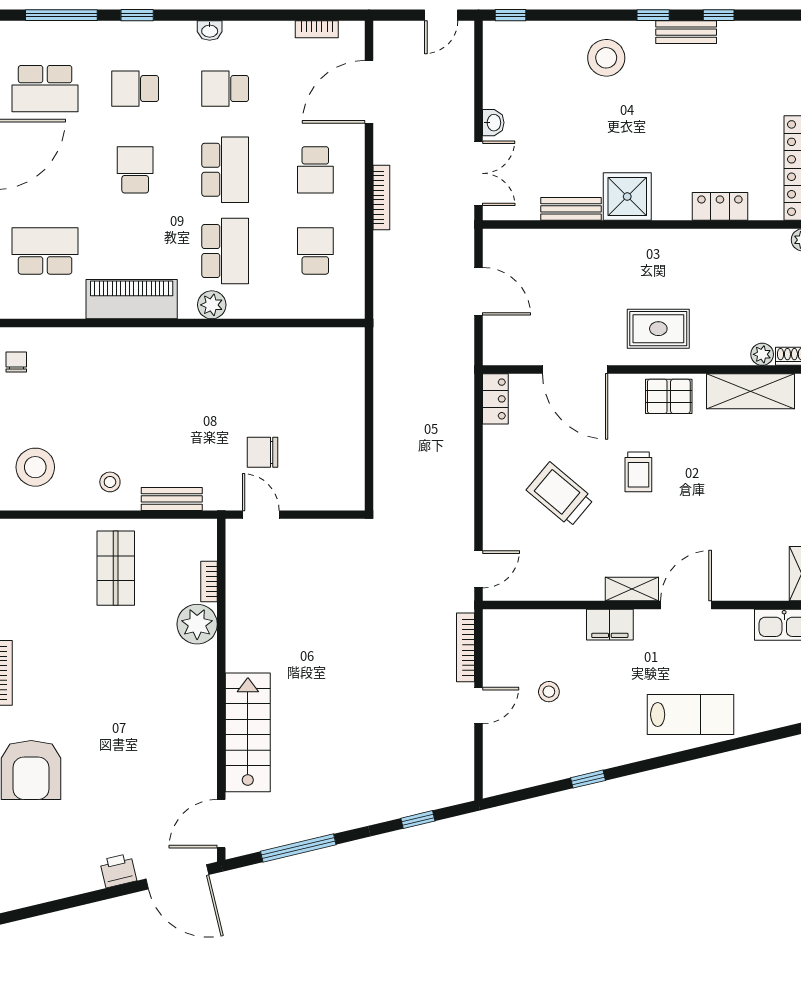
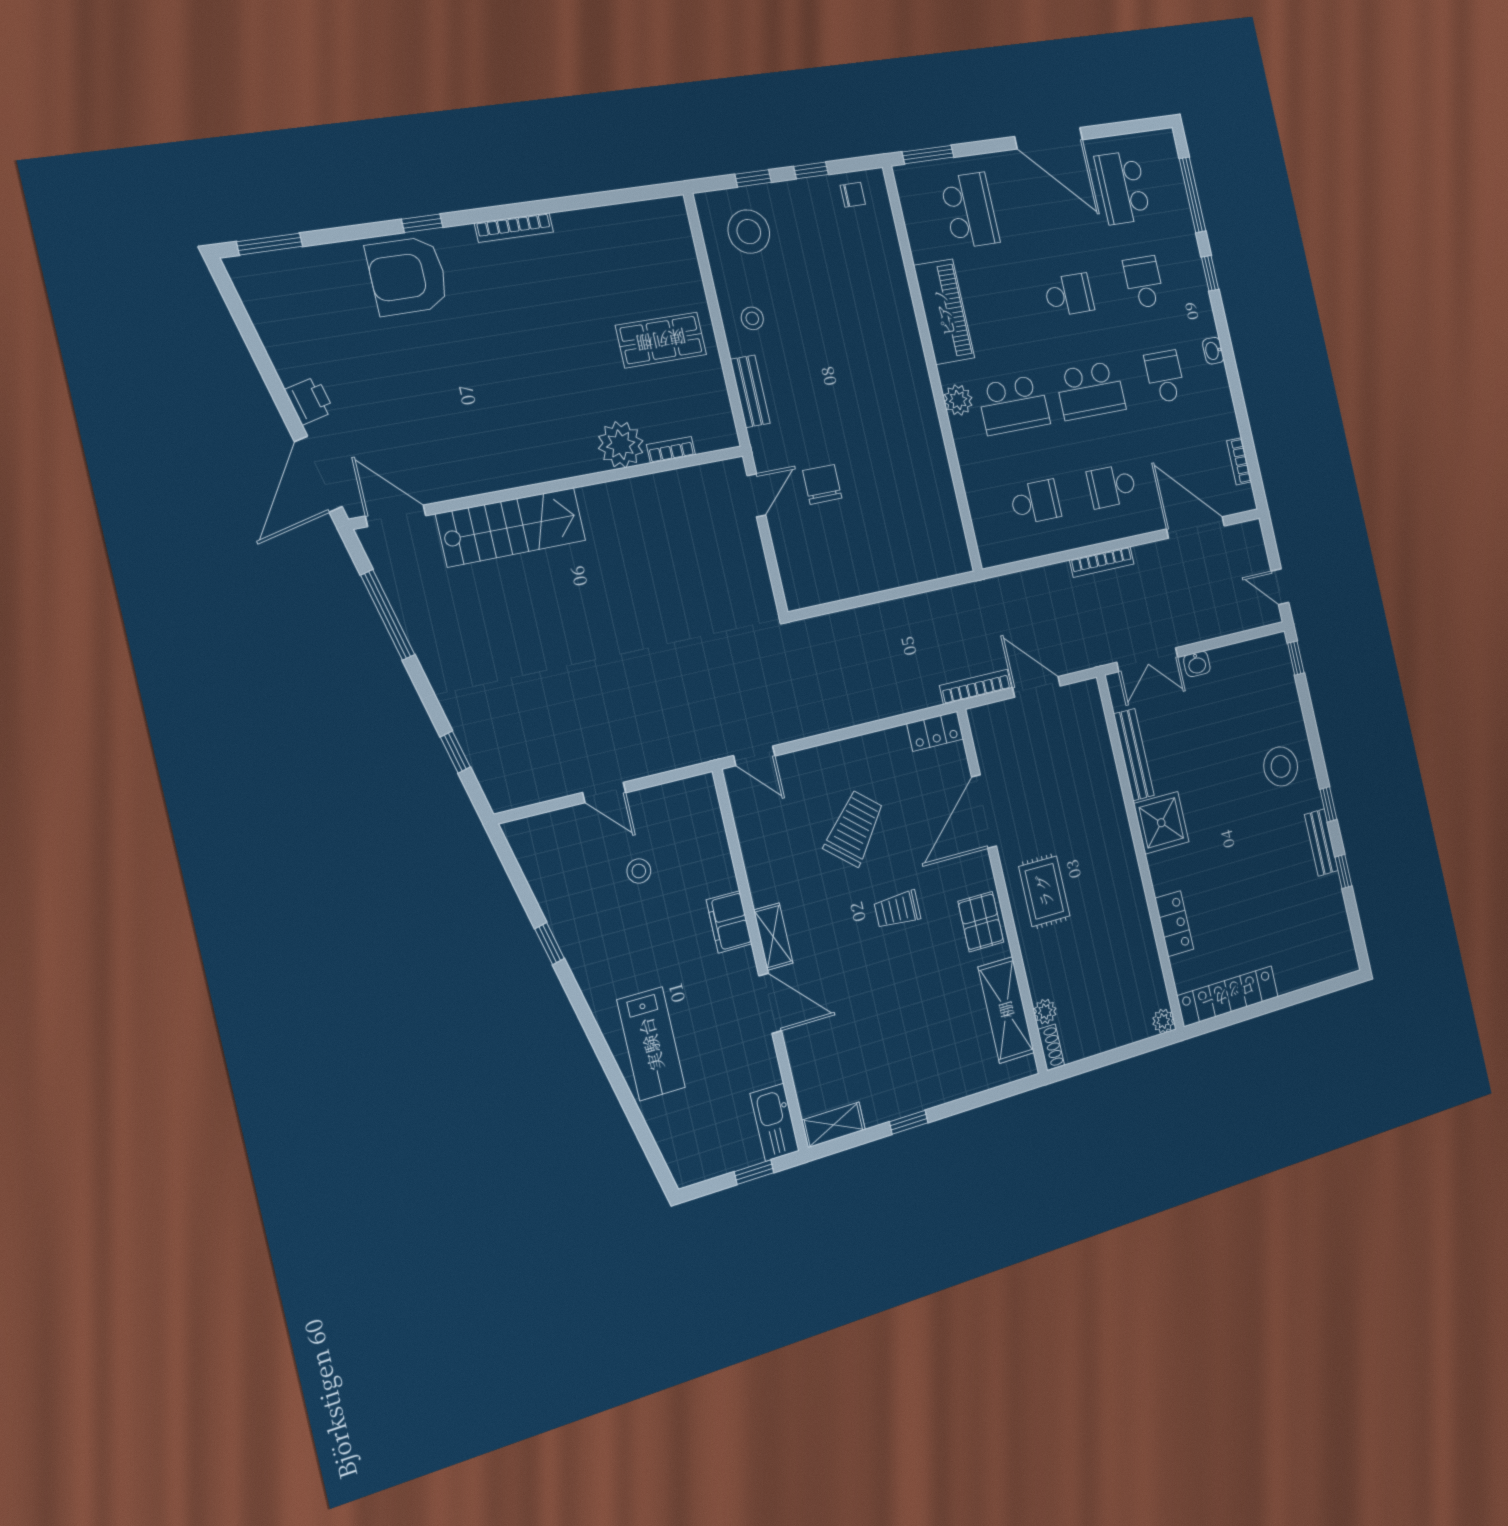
bench: (571, 209) -> (1134, 755), width x1.36
door: (479, 291) -> (1036, 687), swing flipped
bookcase: (466, 647) -> (976, 687), moved

